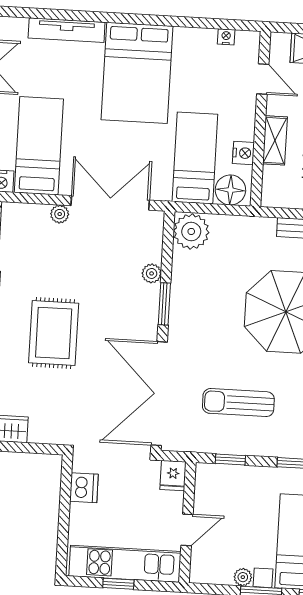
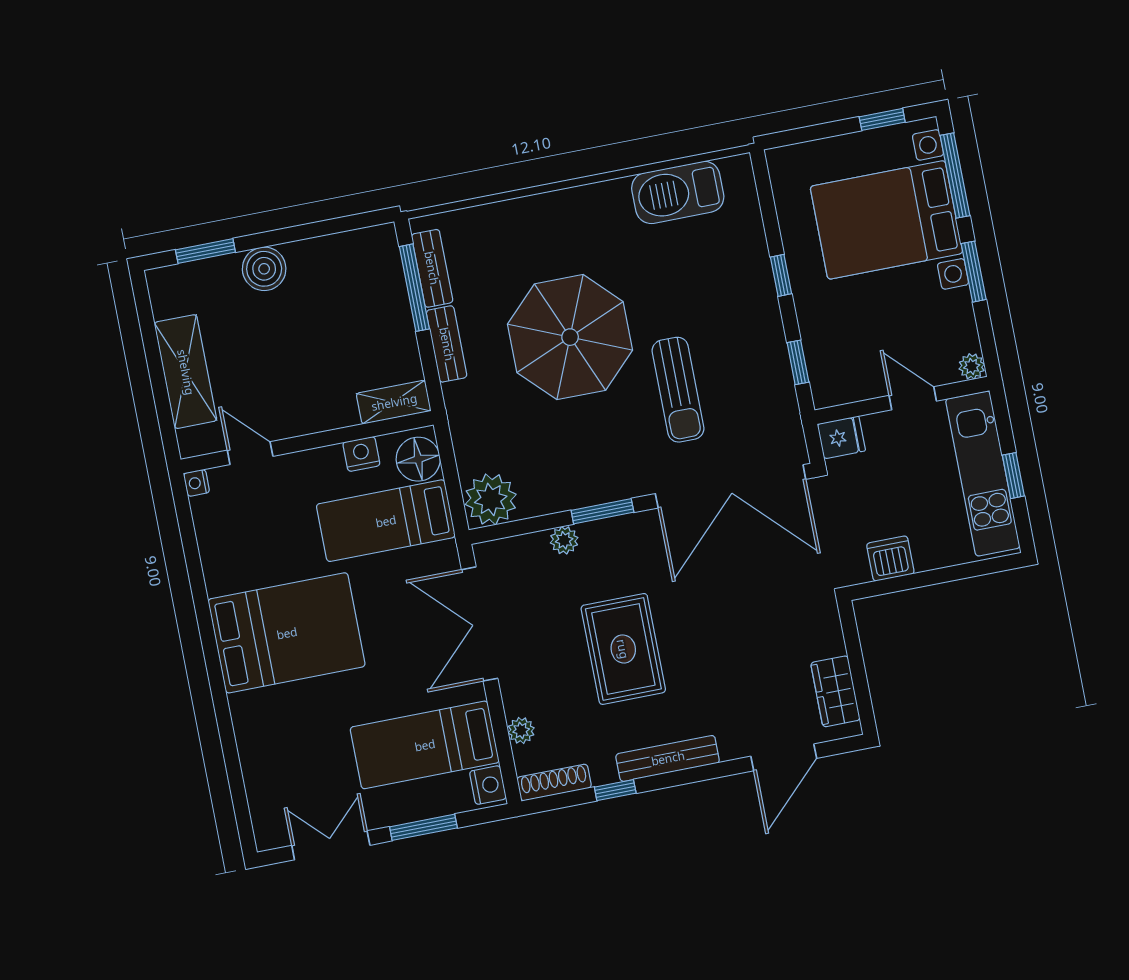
tv unit: (67, 30) -> (252, 747), removed
nightstand: (226, 37) -> (197, 483), moved
door: (263, 79) -> (250, 453), hinge flipped
shelving: (275, 140) -> (394, 402), moved
plant: (60, 214) -> (521, 731), moved
rug: (54, 333) -> (623, 649), moved, turned 90
sun lounger: (238, 403) -> (678, 390), moved
plant: (243, 577) -> (972, 366), moved

